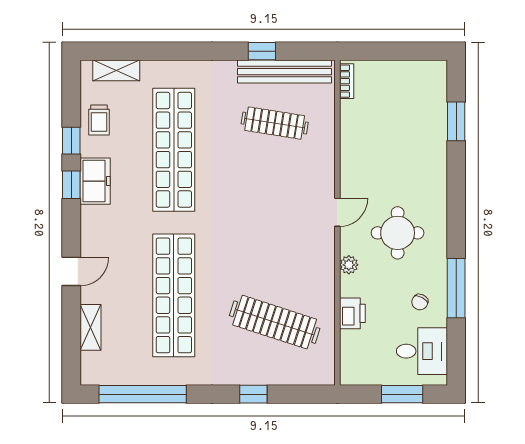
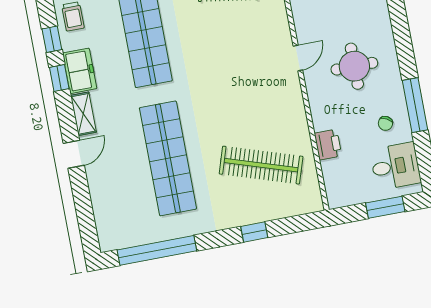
plant: (349, 265) -> (317, 102), removed
shelving: (90, 327) -> (83, 114), moved

